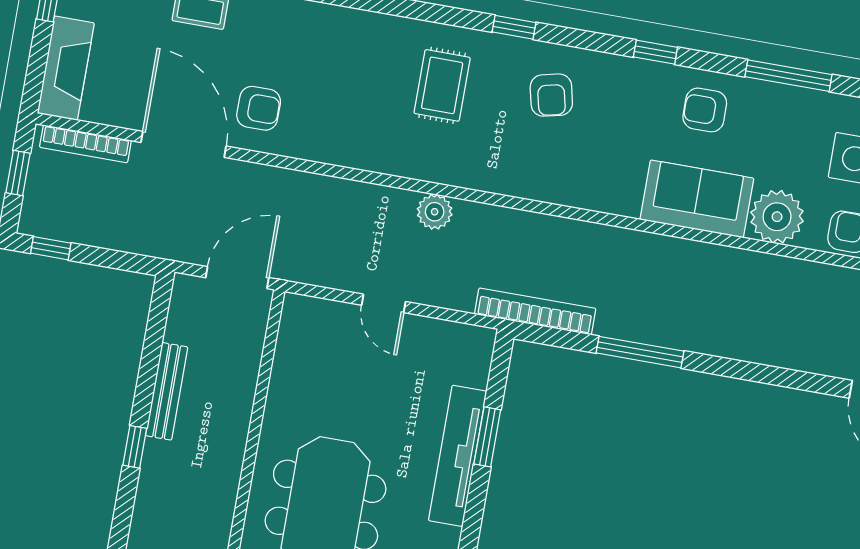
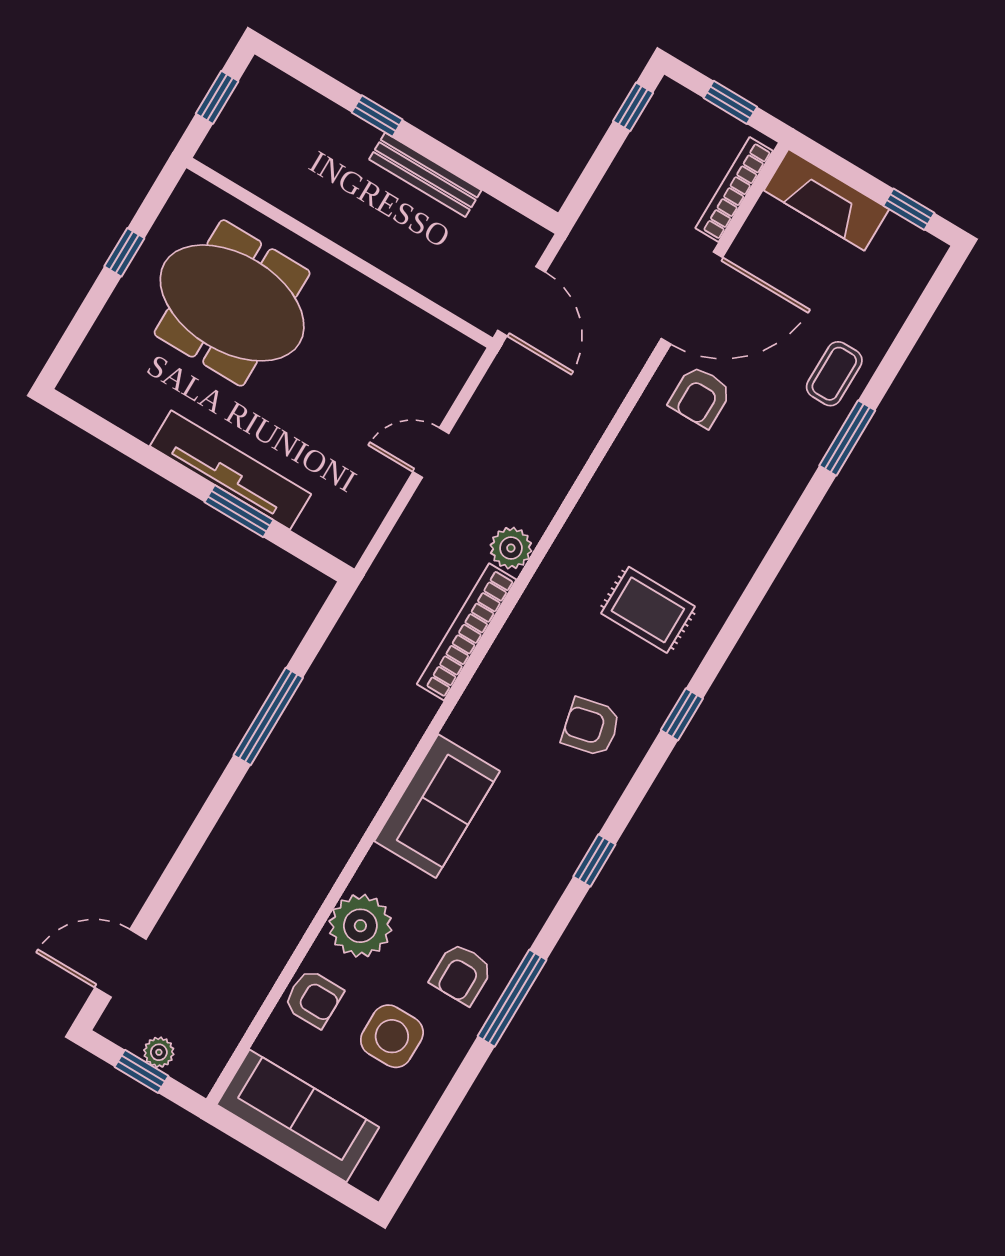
armchair: (705, 110) -> (461, 974), moved, turned 180
sofa: (697, 199) -> (437, 806), moved
bookcase: (535, 311) -> (467, 632), moved, turned 180

